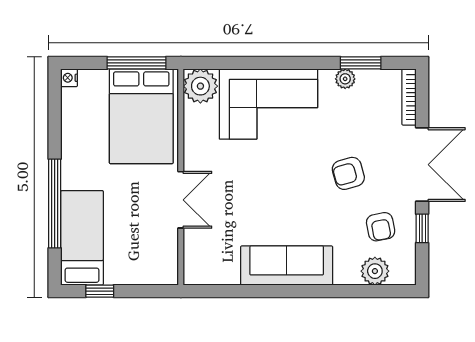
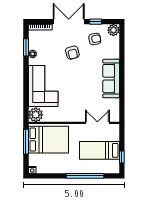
double door: (181, 200) -> (97, 123), moved
bed: (82, 238) -> (99, 150), moved
plant: (375, 271) -> (113, 30), moved

